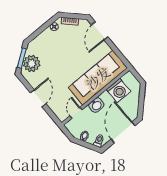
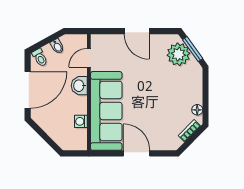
door: (100, 31) -> (137, 153), moved
washing machine: (118, 90) -> (81, 121), width x0.53, depth x0.53
door: (76, 113) -> (89, 58), swing flipped
door: (123, 132) -> (28, 90), hinge flipped

